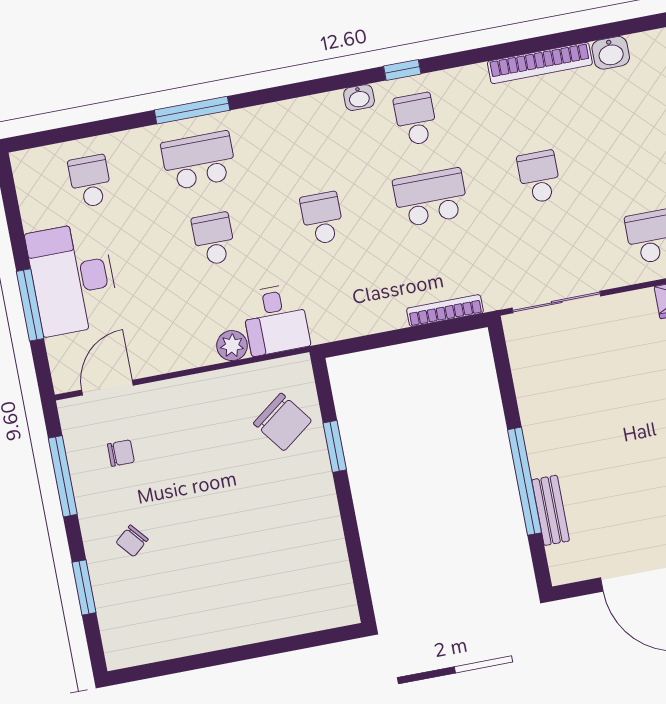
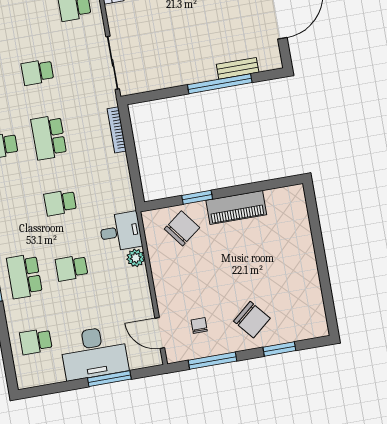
piano: (319, 512) -> (236, 207), added
chair: (132, 541) -> (252, 320), width x1.87, depth x1.87

